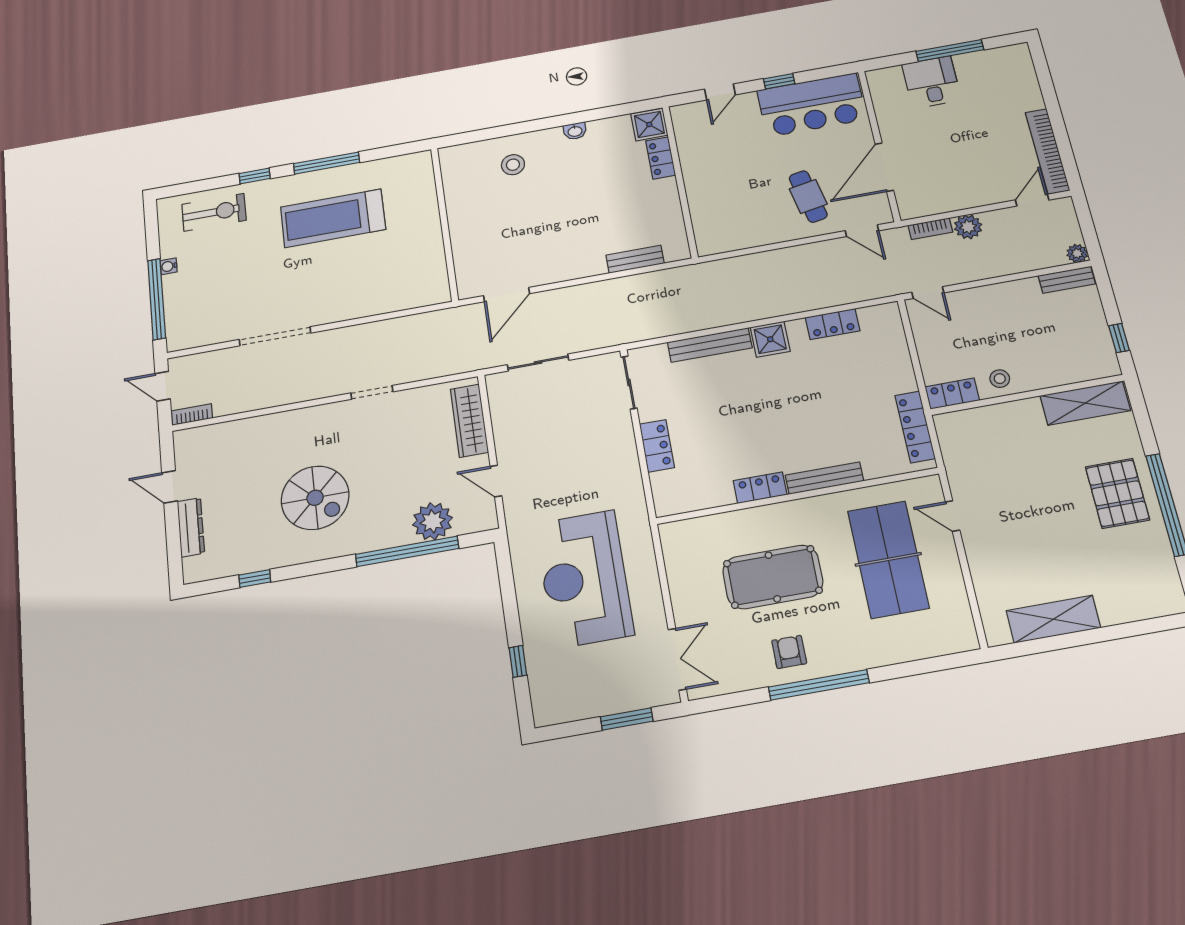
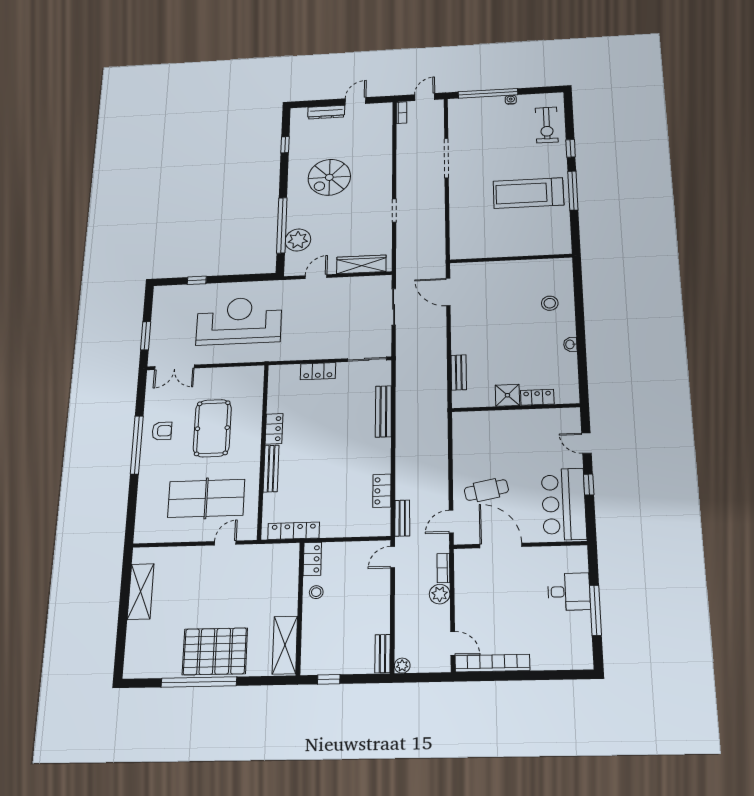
shower: (649, 124) -> (507, 395), moved
treadmill: (333, 218) -> (528, 193), turned -90
bench: (869, 291) -> (402, 518), added
shower: (770, 339) -> (379, 450), removed
pallet: (1117, 493) -> (215, 651), width x1.37, depth x1.41

